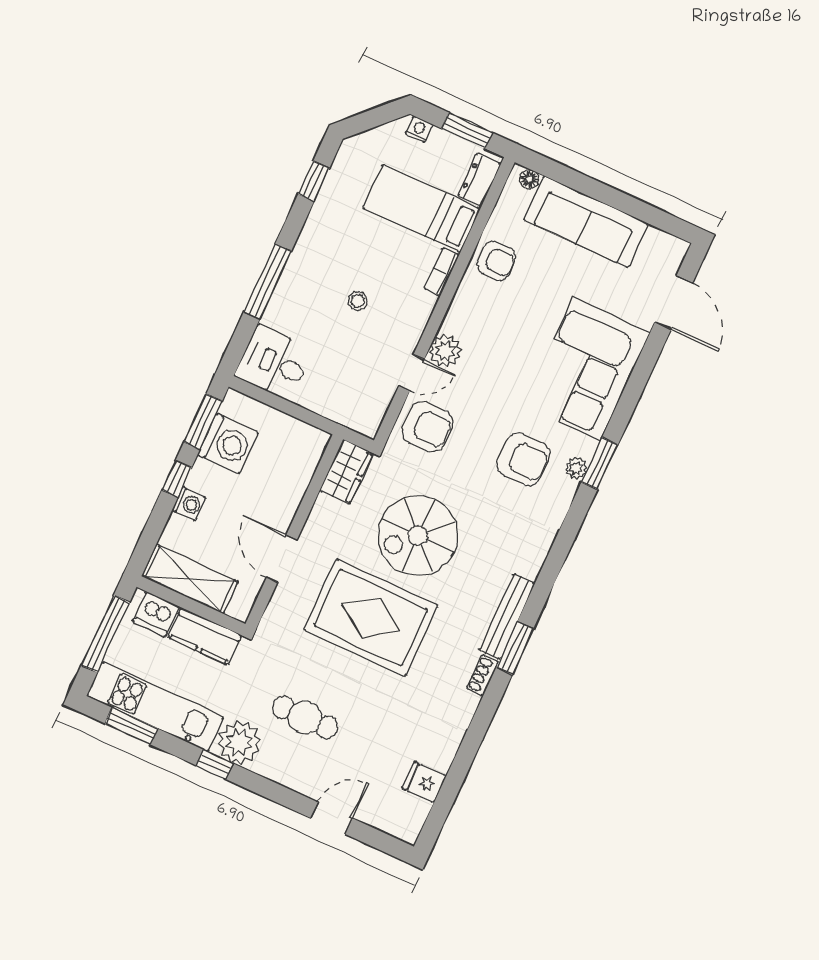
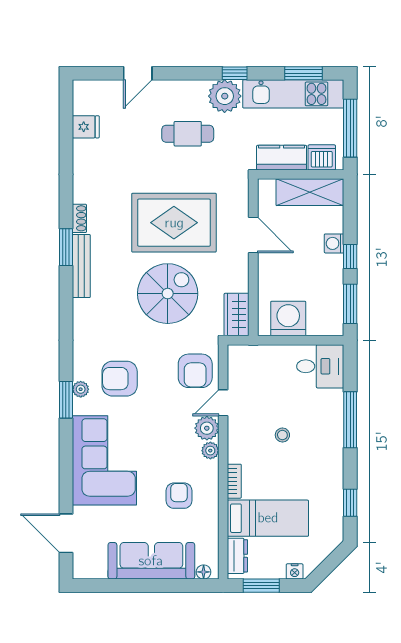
armchair: (496, 261) -> (179, 496), moved, turned 92
plant: (454, 322) -> (210, 451), added
armchair: (428, 427) -> (195, 371), turned -90
washing machine: (228, 444) -> (288, 318), moved, turned 90

